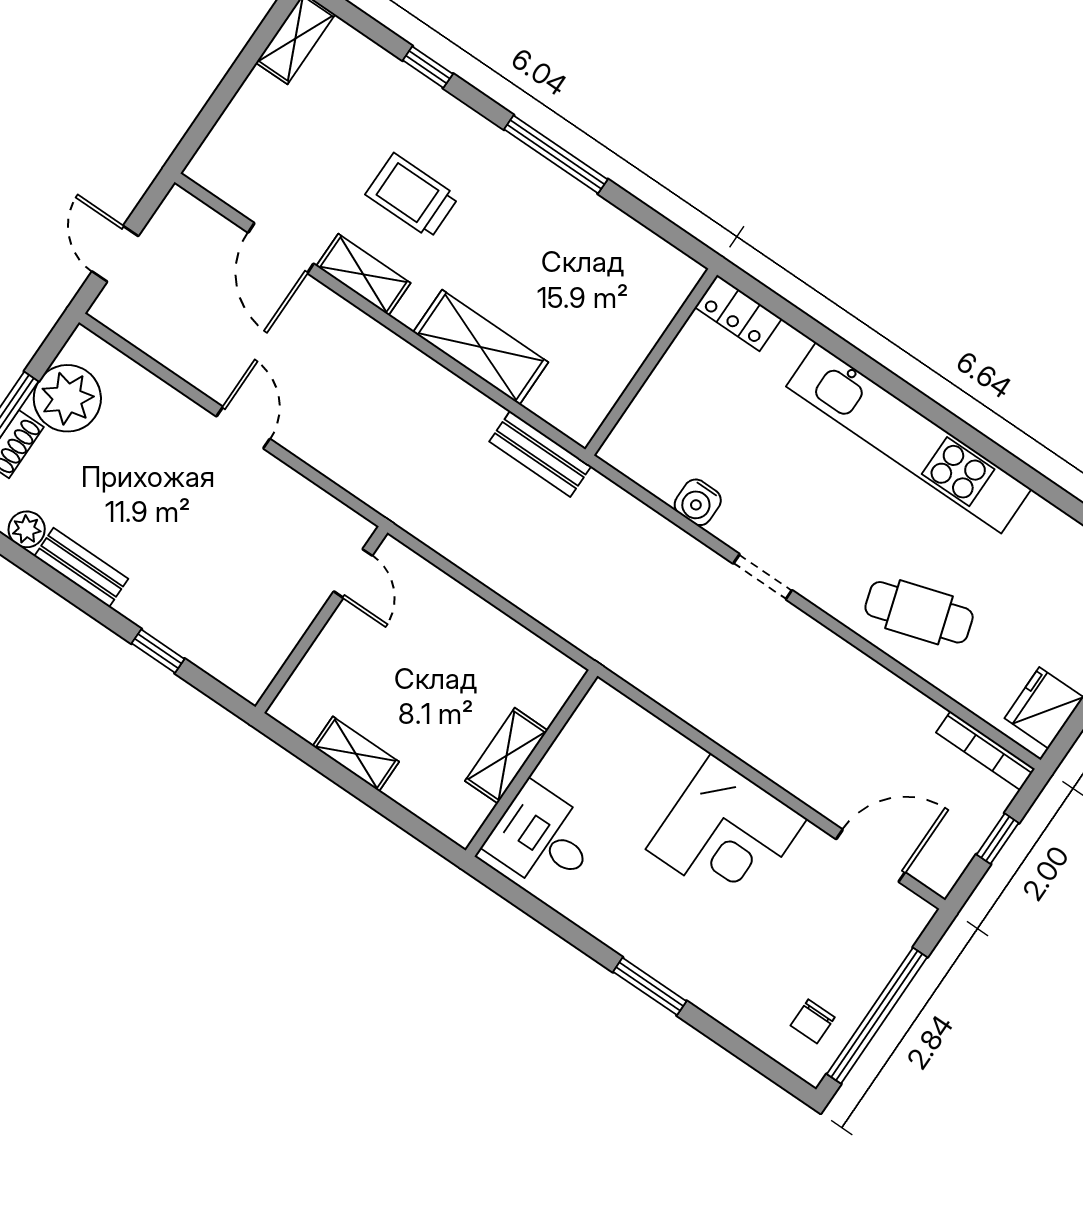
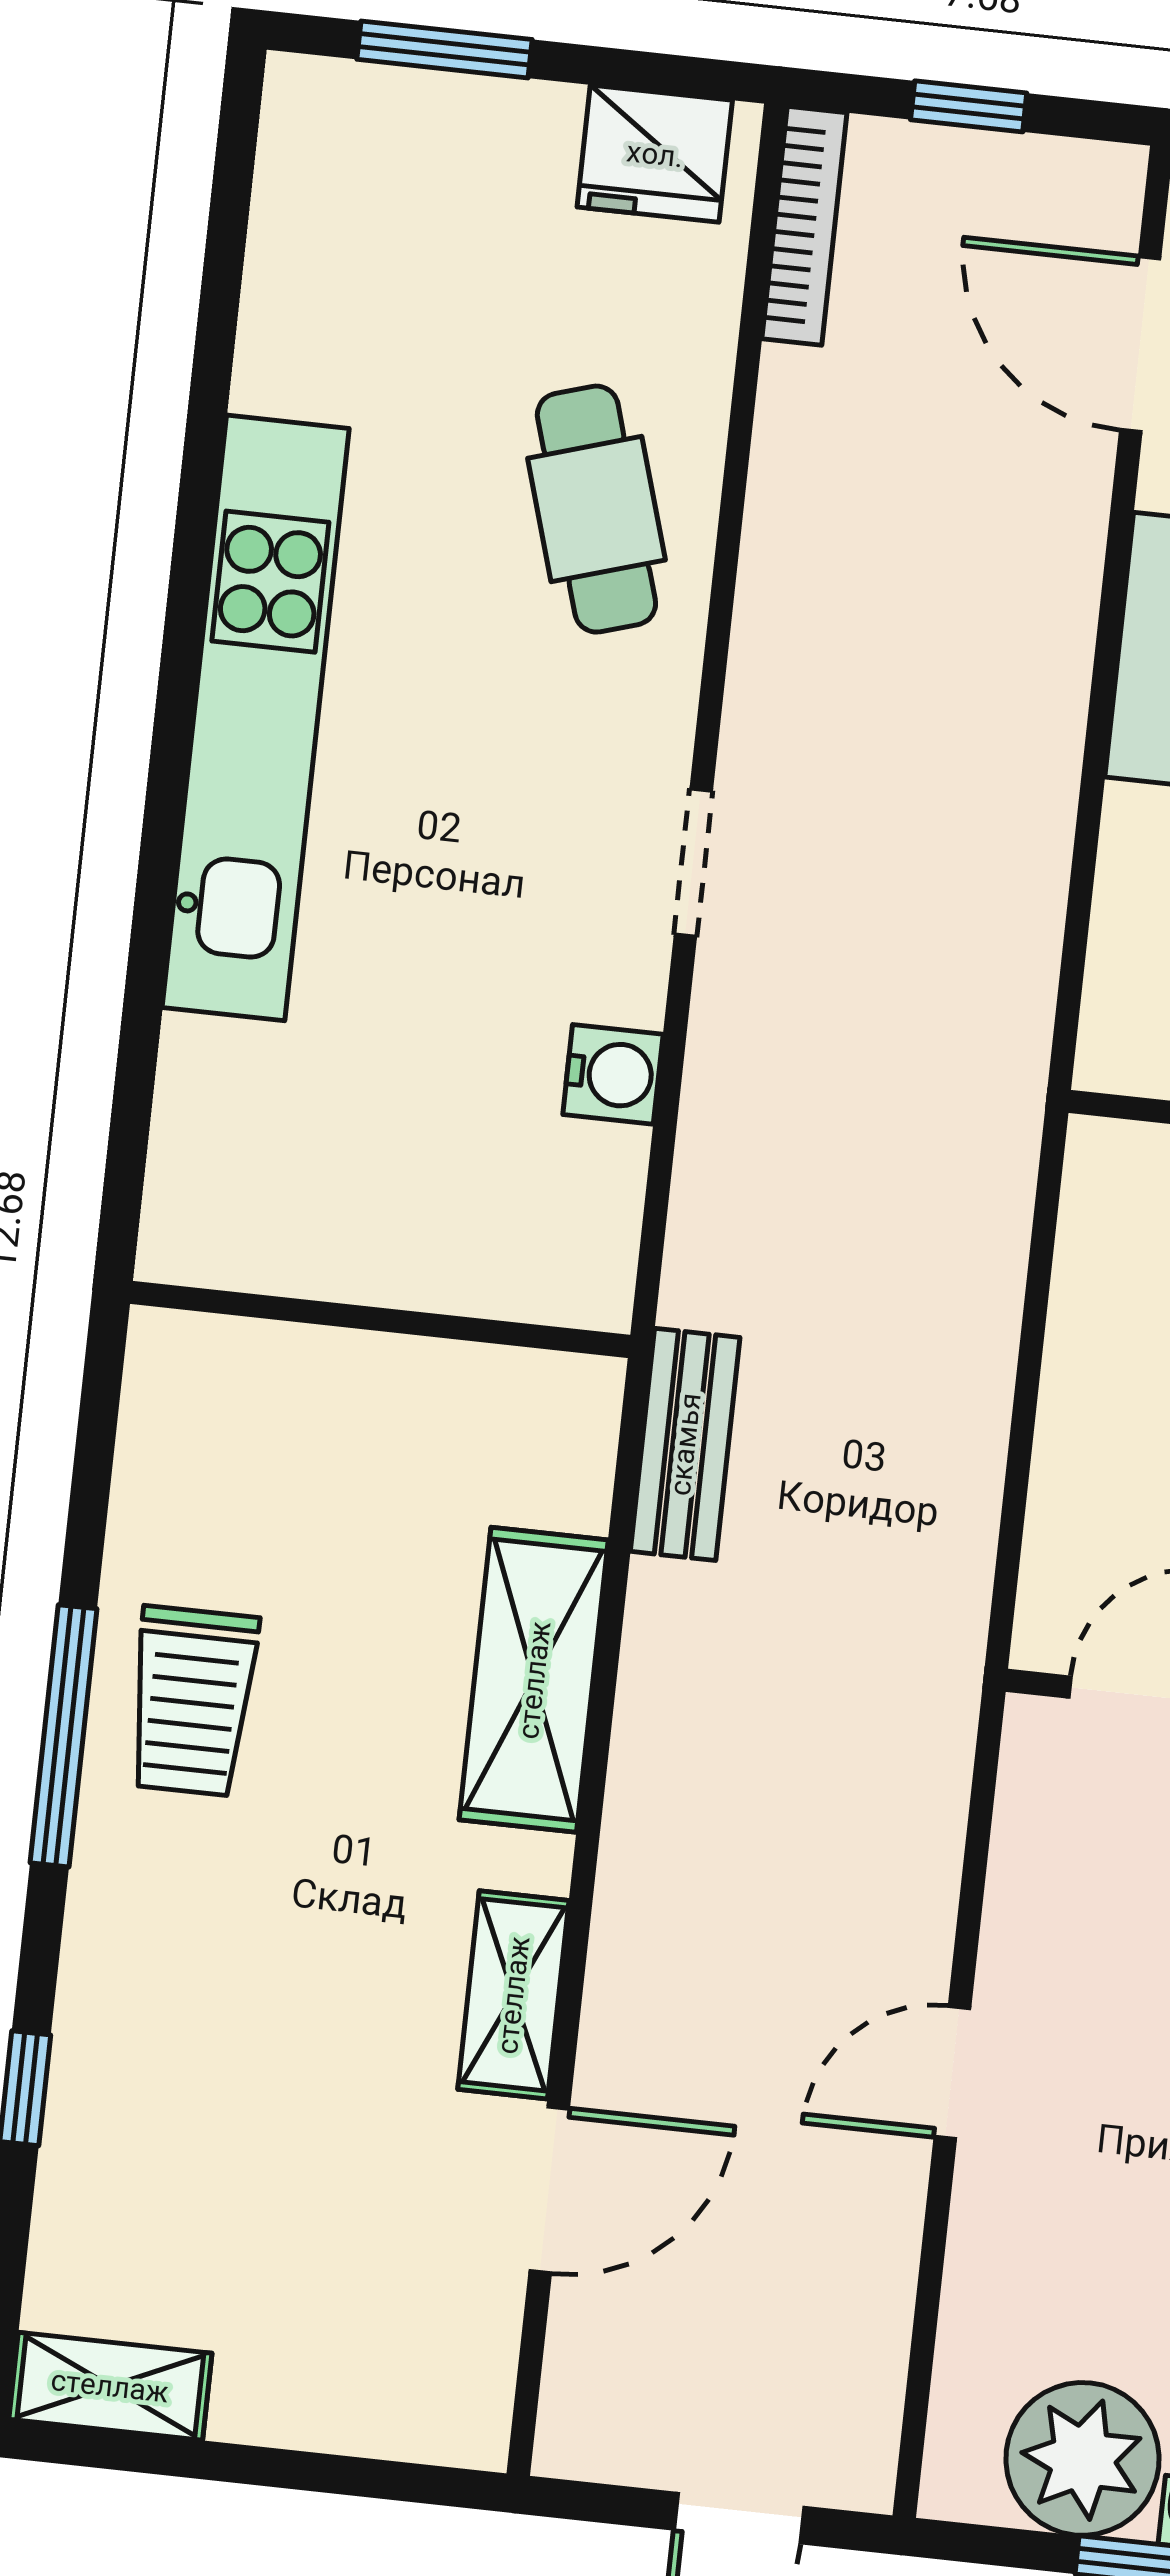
trolley: (412, 196) -> (192, 1701), moved
locker: (738, 313) -> (187, 1197), removed

